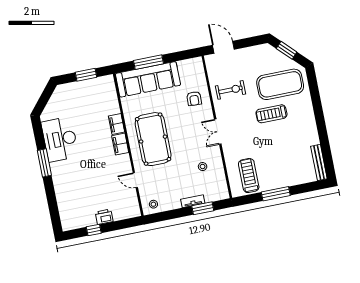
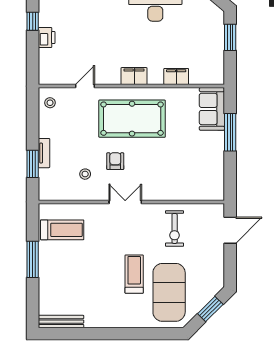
window: (86, 75) -> (230, 37), moved
sofa: (148, 79) -> (212, 109), width x0.54, depth x0.79
armchair: (194, 99) -> (115, 161), moved, turned 87
filing cabinet: (117, 124) -> (176, 76), moved

